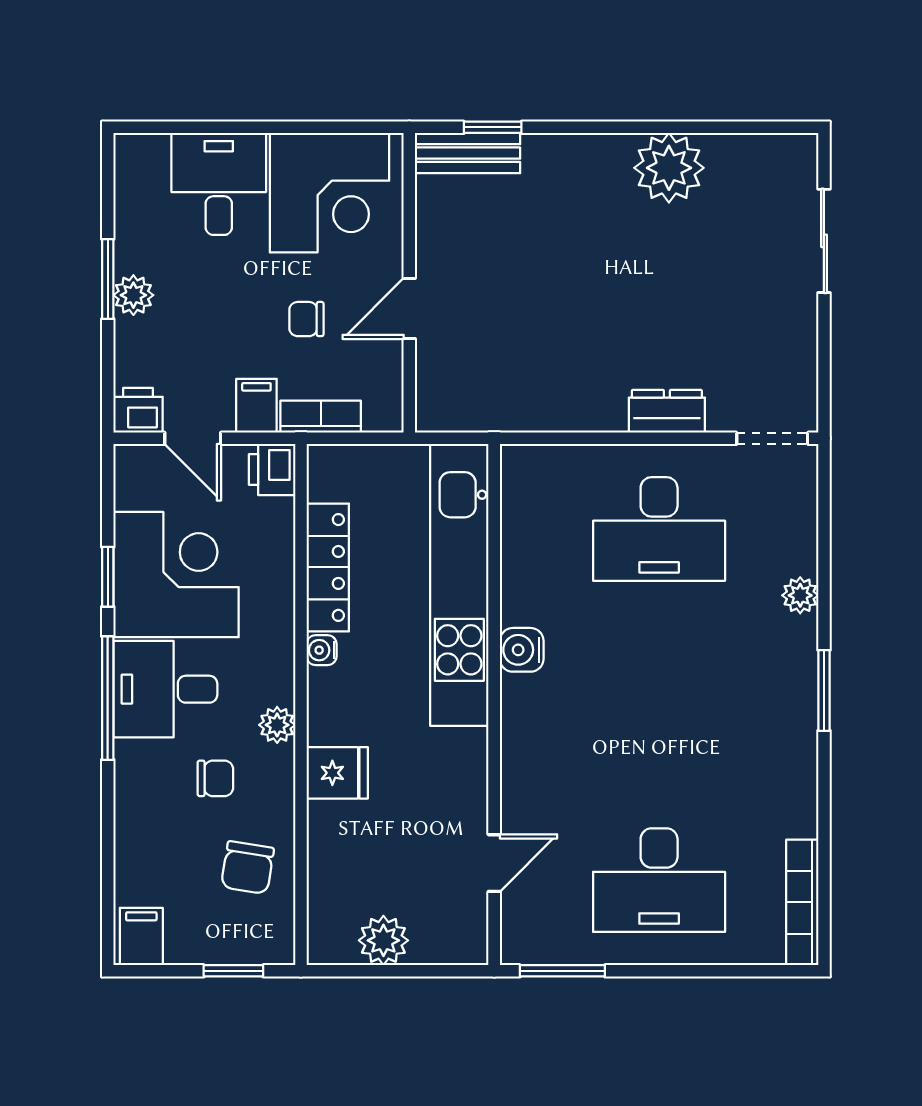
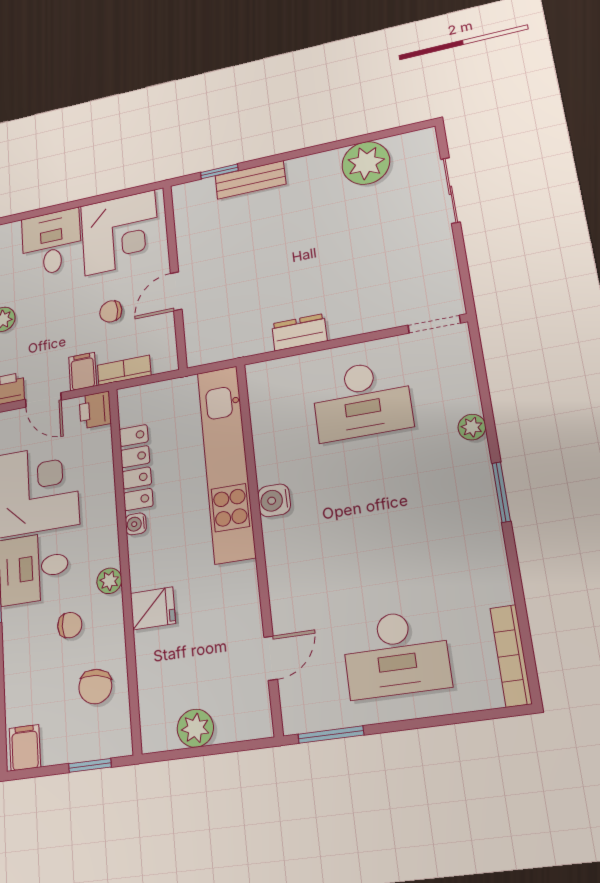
bench: (468, 153) -> (250, 180), moved
plant: (669, 168) -> (366, 163), moved
dresser: (667, 411) -> (299, 332), moved

